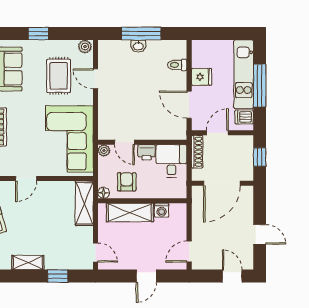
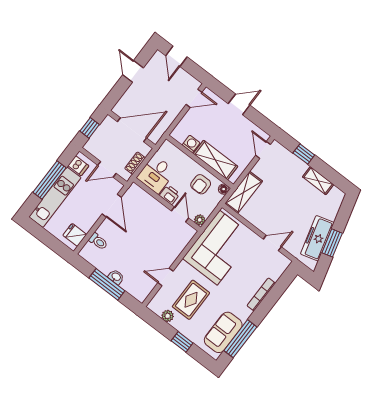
plant: (85, 47) -> (168, 316), moved
fridge: (202, 77) -> (75, 235), moved
door: (96, 79) -> (166, 277), swing flipped
shoe rack: (197, 152) -> (135, 163), width x0.70

